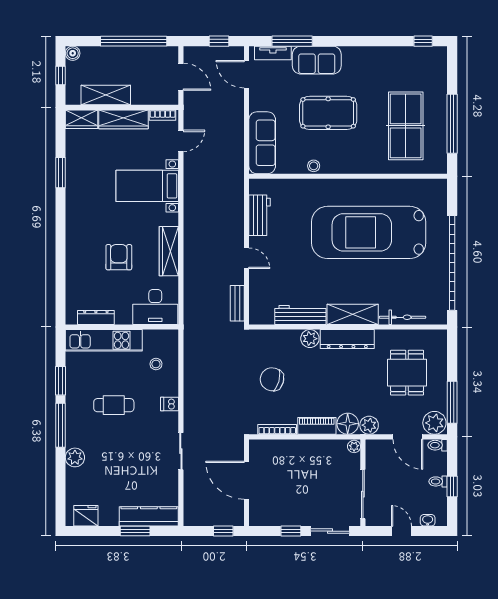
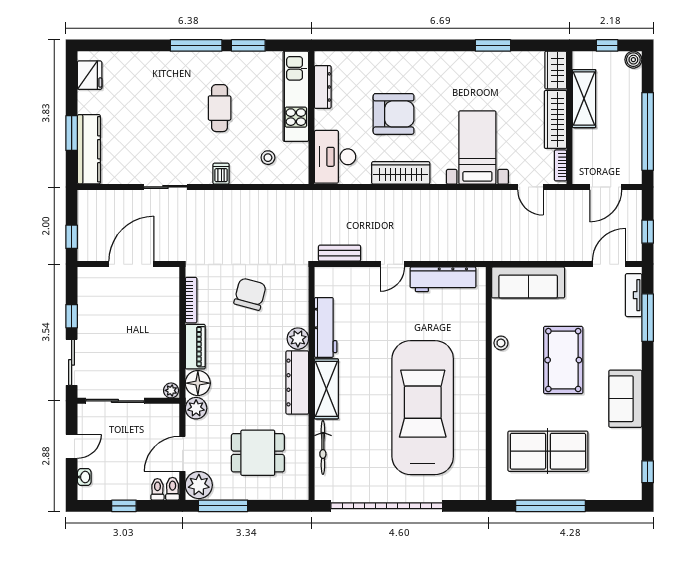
sofa: (317, 60) -> (625, 399), moved
workbench: (259, 215) -> (443, 279), width x1.38
armchair: (119, 257) -> (394, 114), width x1.36, depth x1.36
plant: (75, 457) -> (158, 62), removed
toilet: (438, 481) -> (157, 489), moved

